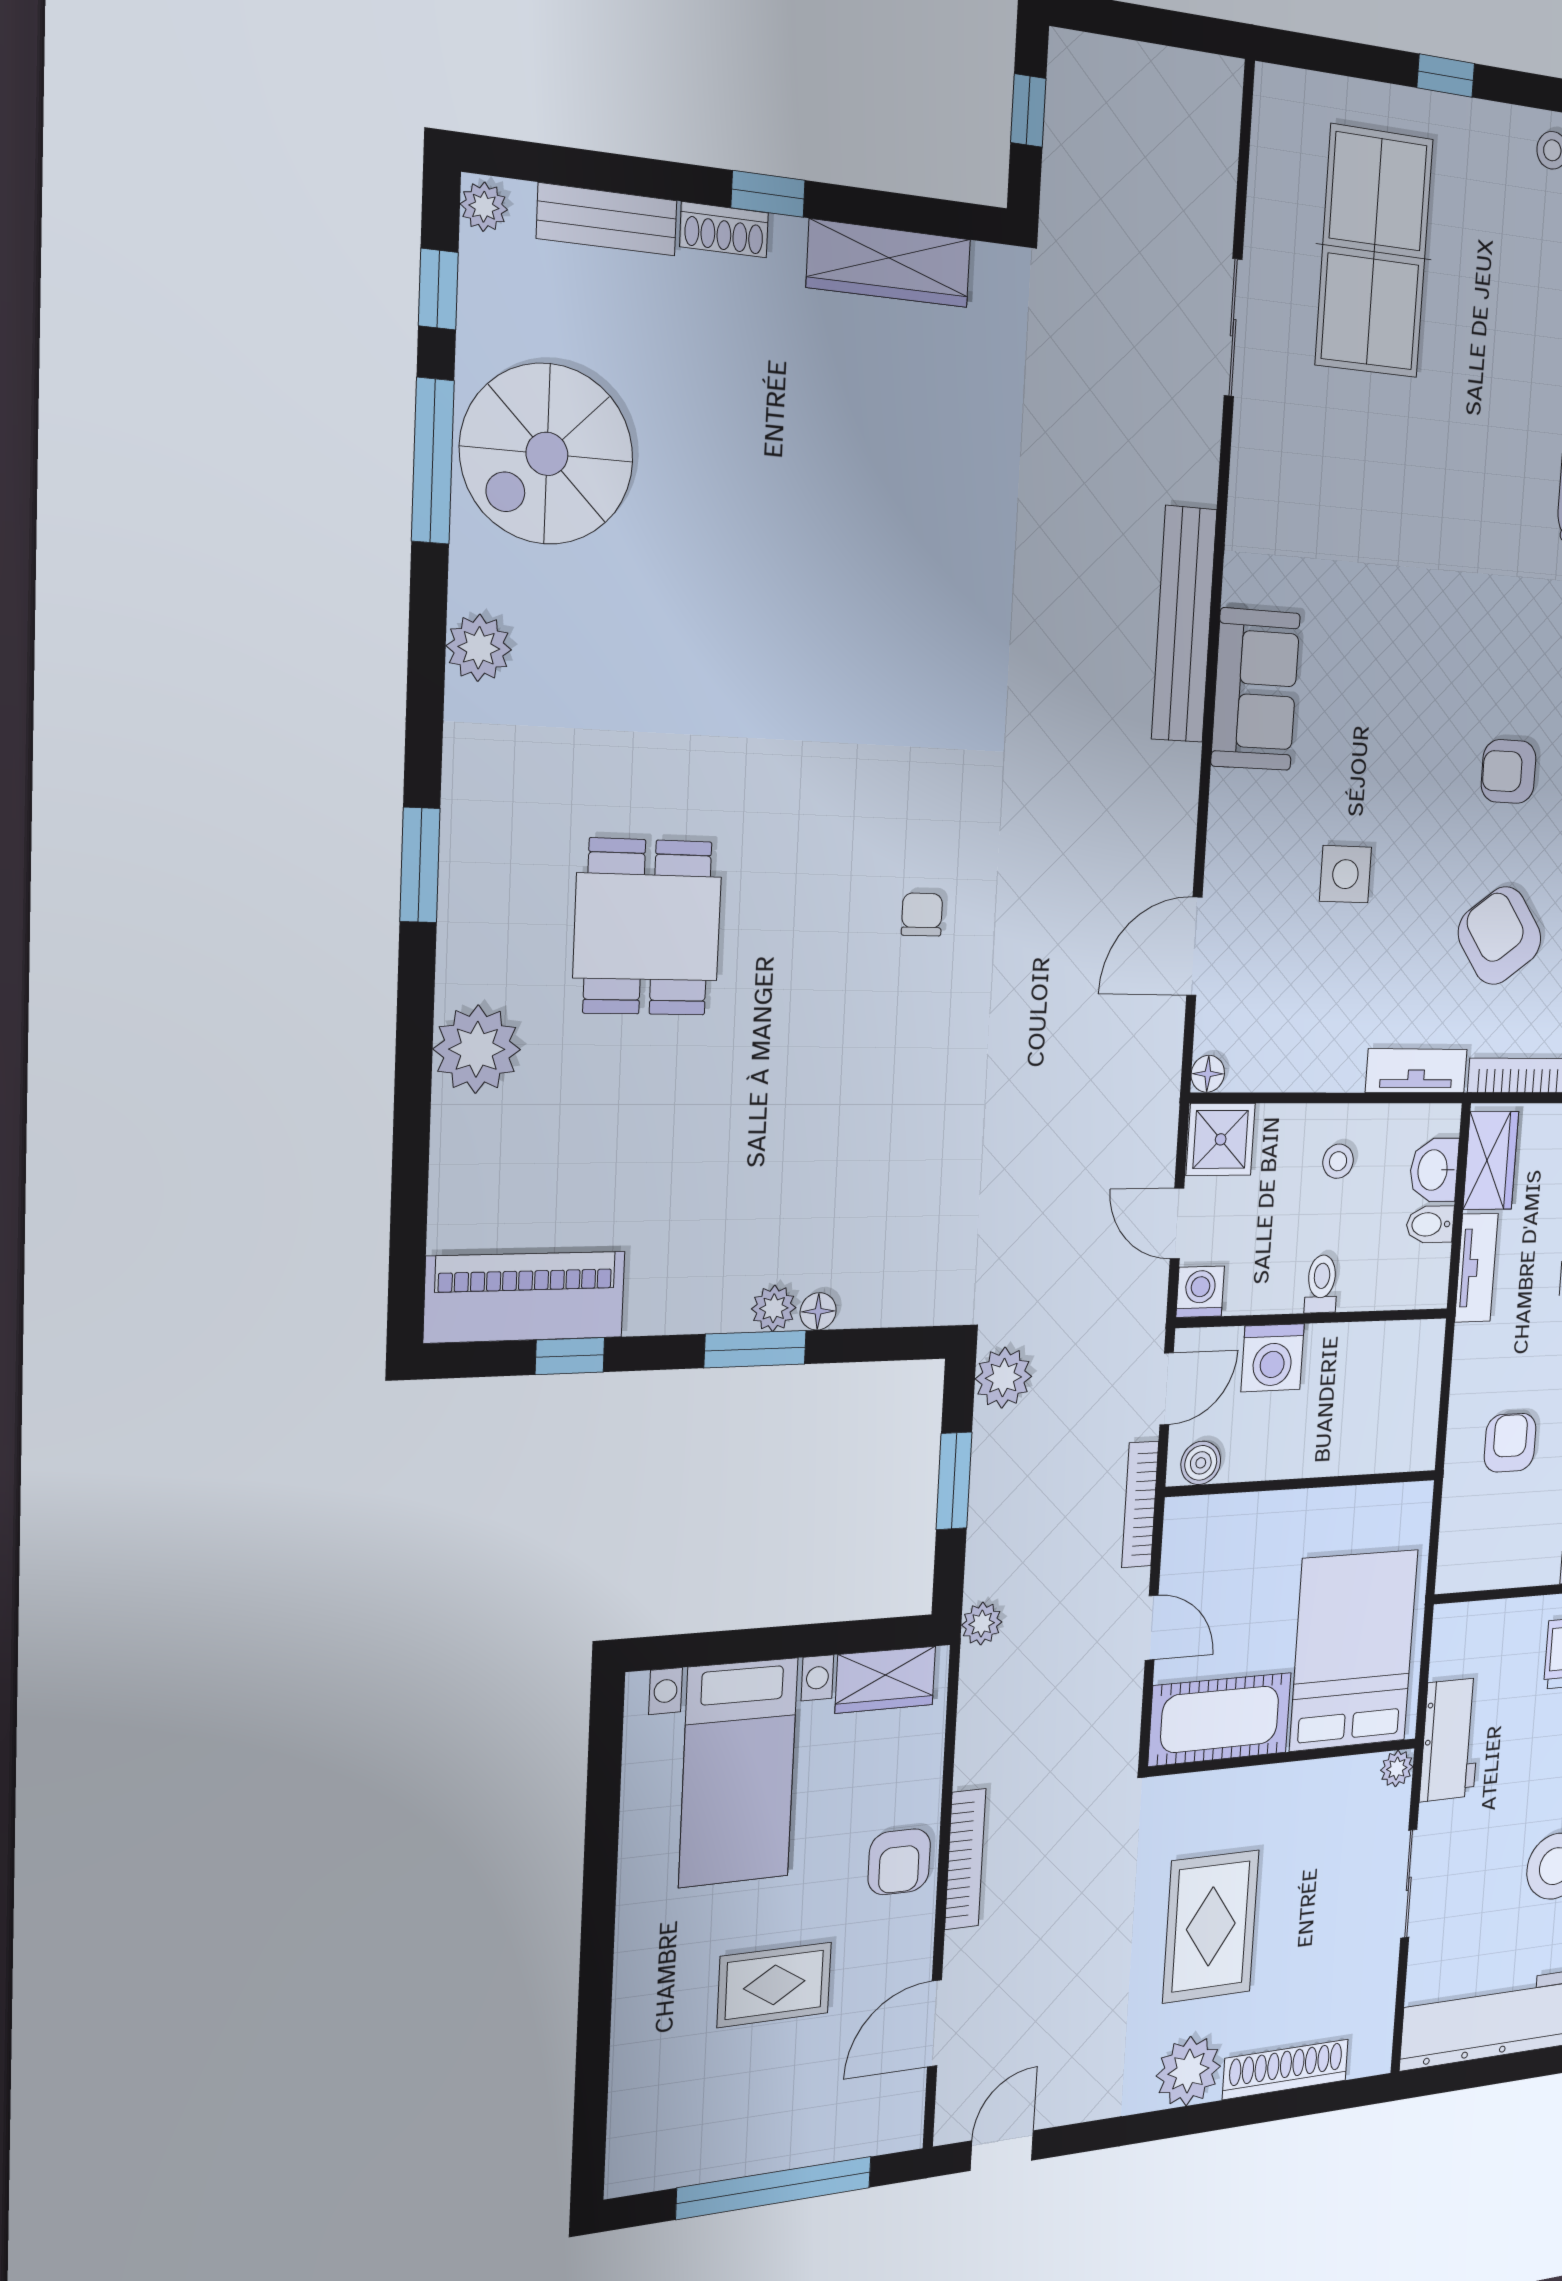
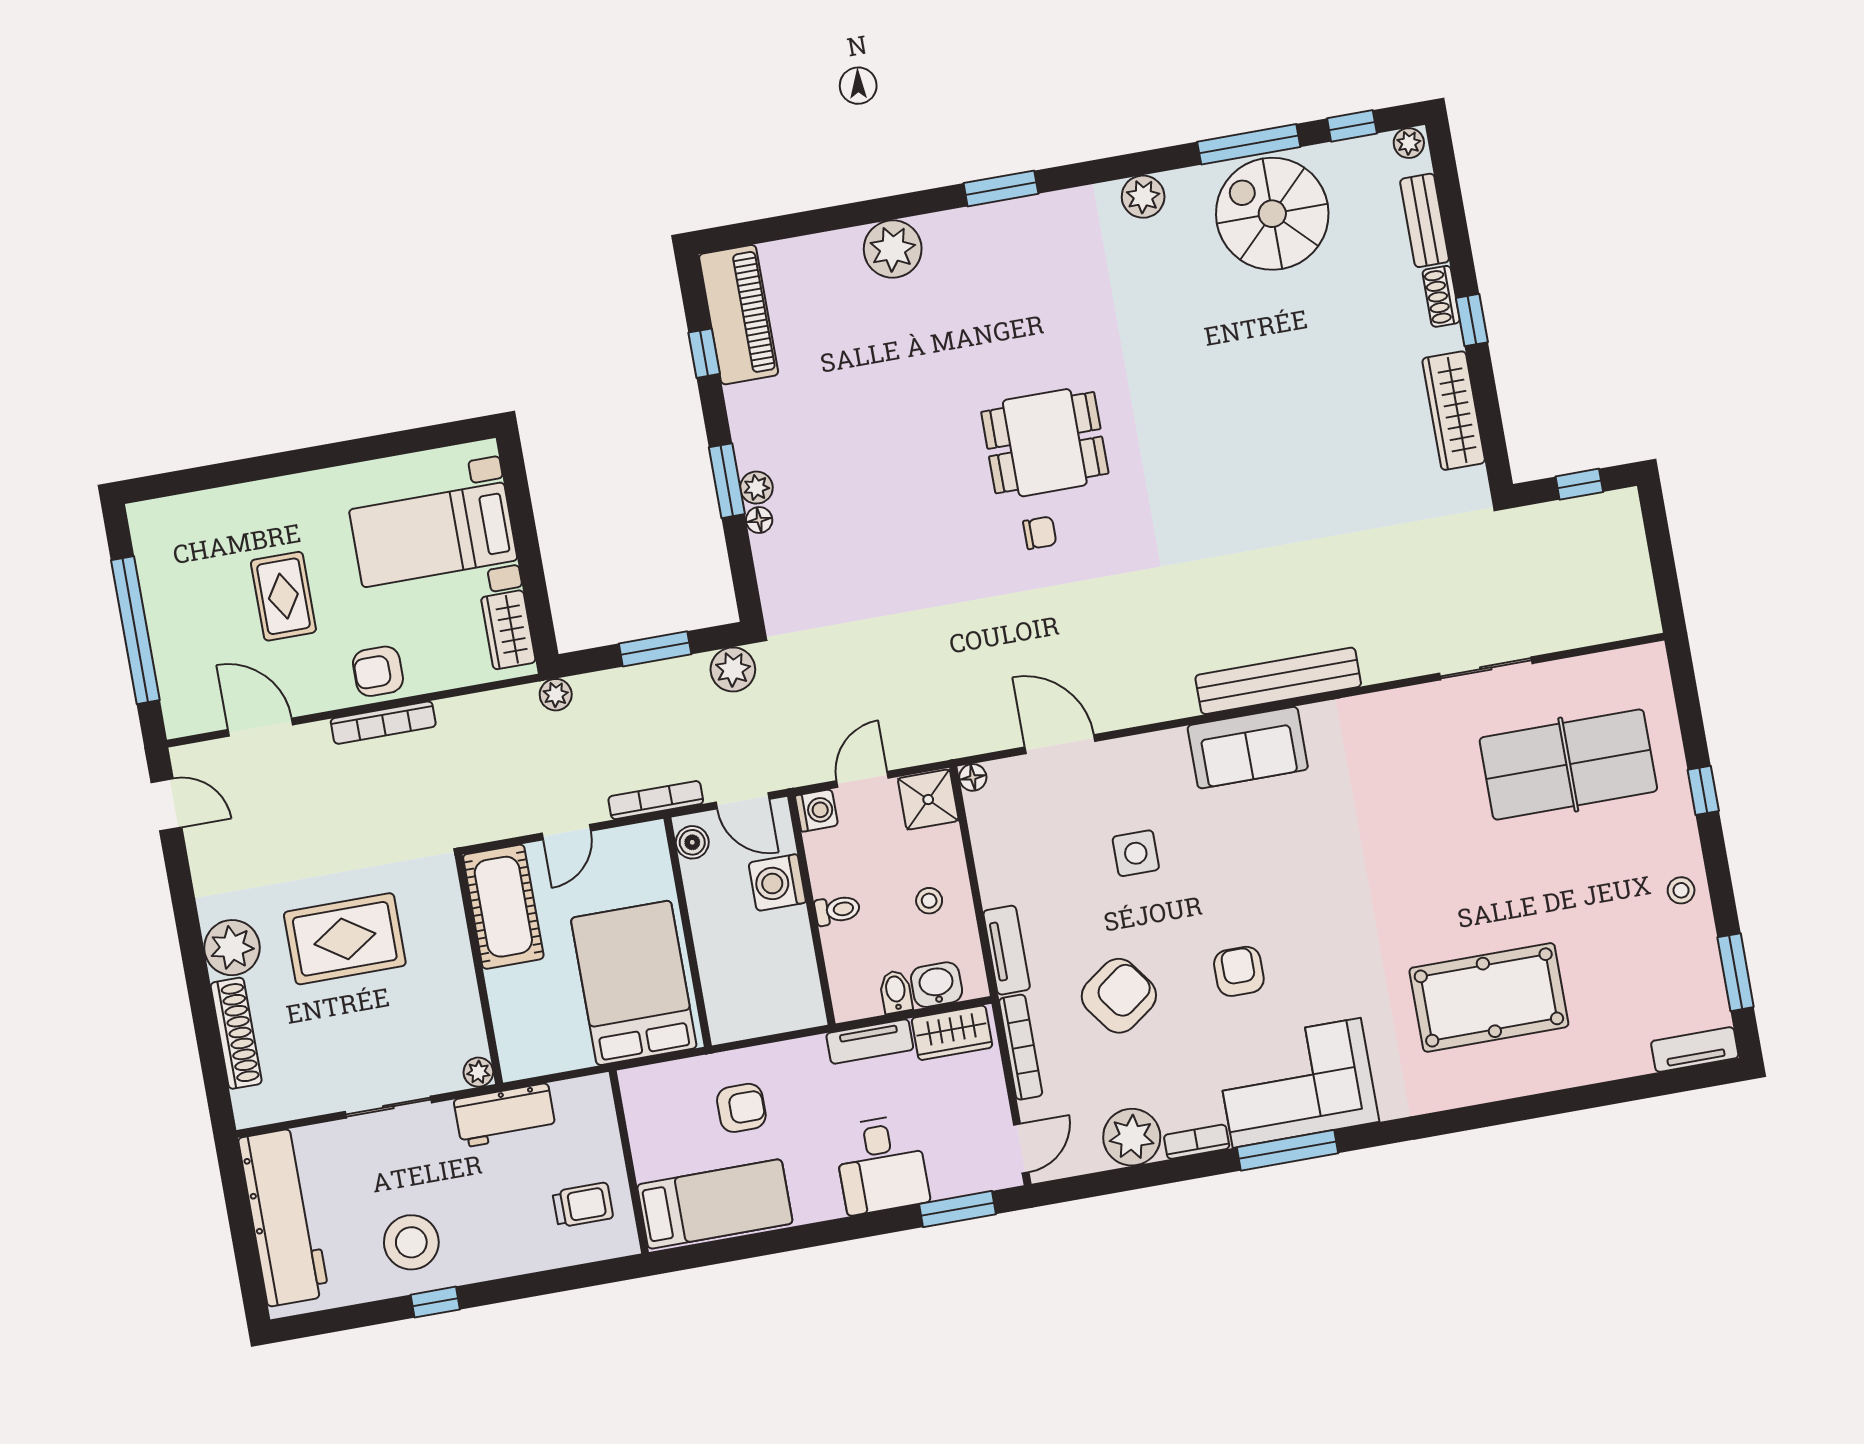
dining table: (647, 927) -> (1045, 443), moved
bed: (1354, 1650) -> (634, 983), moved, turned -90

